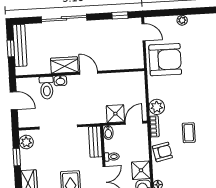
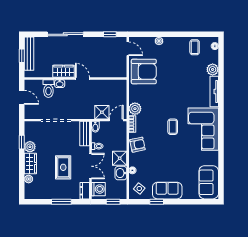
coffee table: (189, 133) -> (173, 127), moved
plant: (26, 142) -> (30, 147), moved

